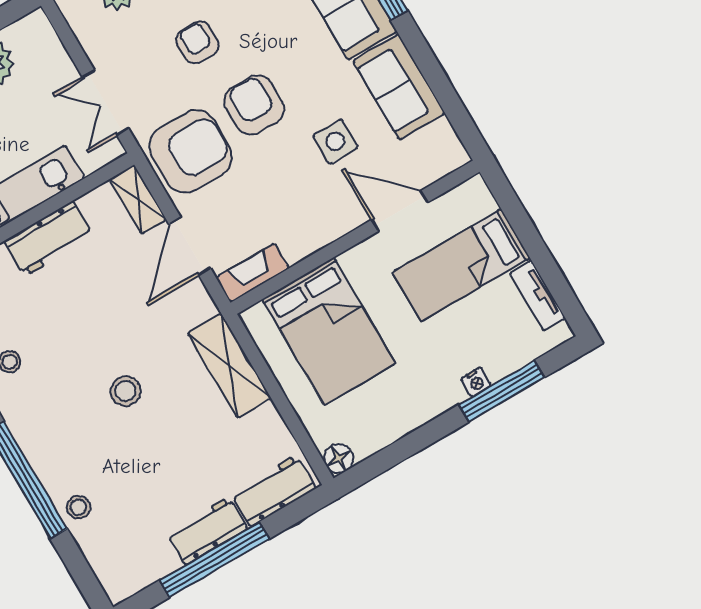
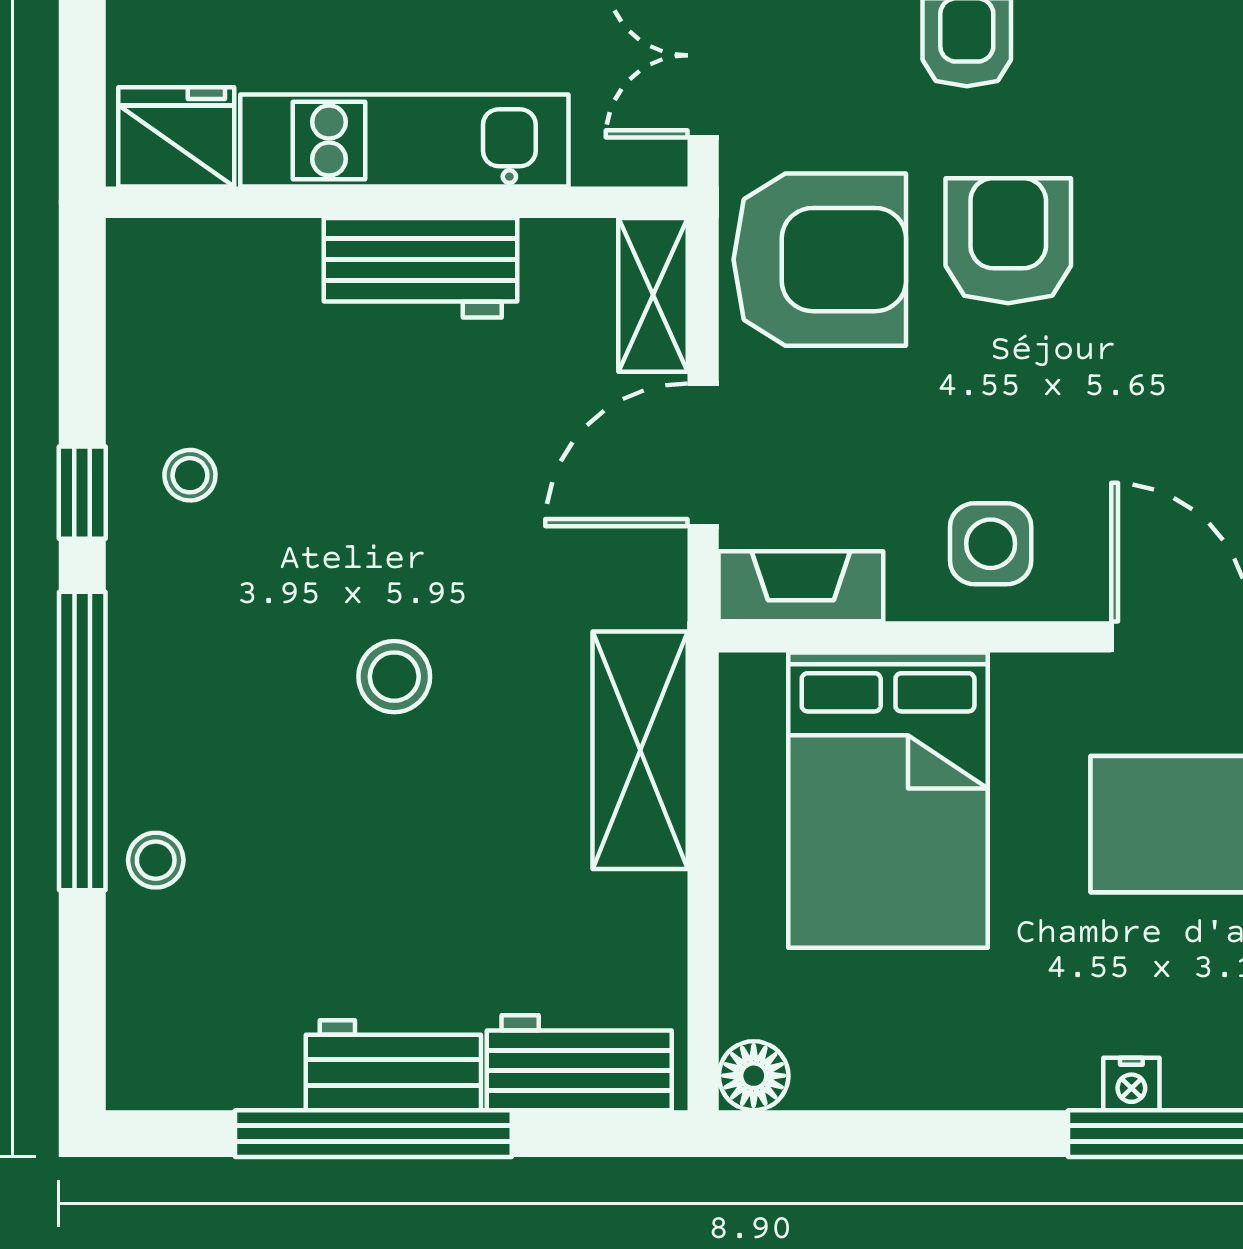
side table: (335, 141) -> (991, 544), moved

